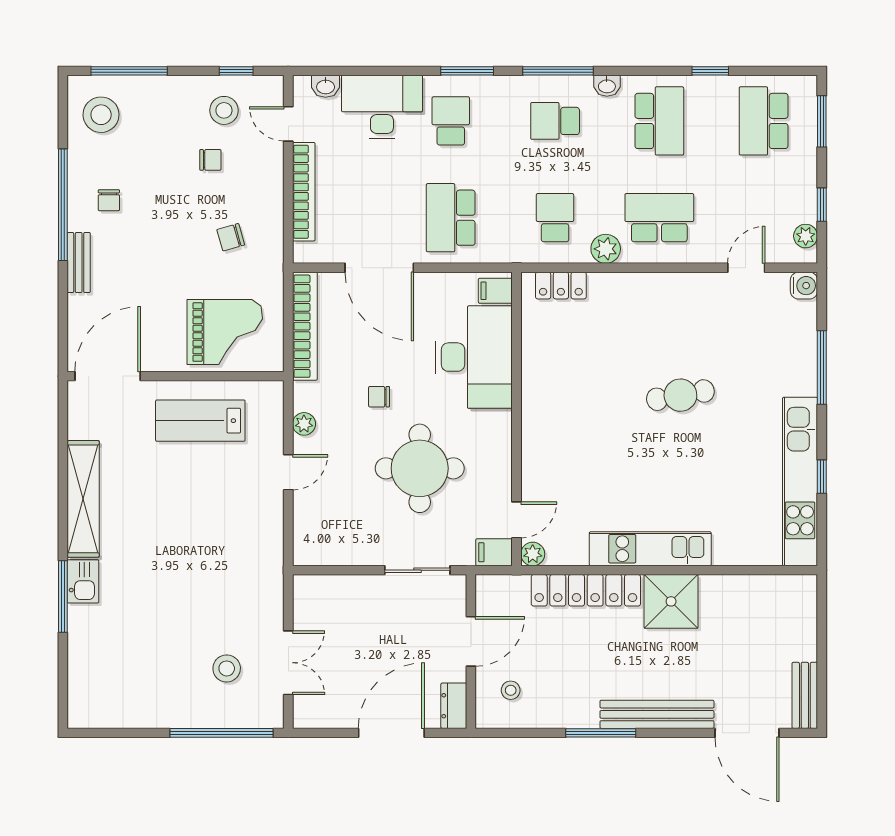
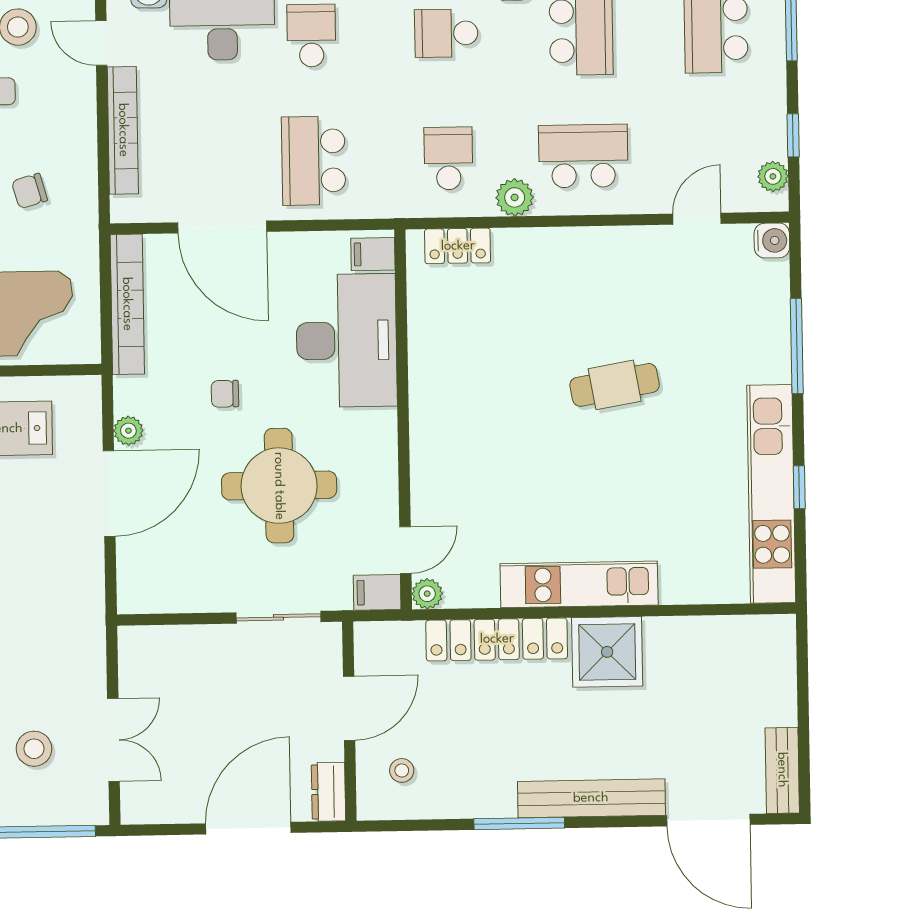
door: (288, 472) -> (109, 494), width x1.88

